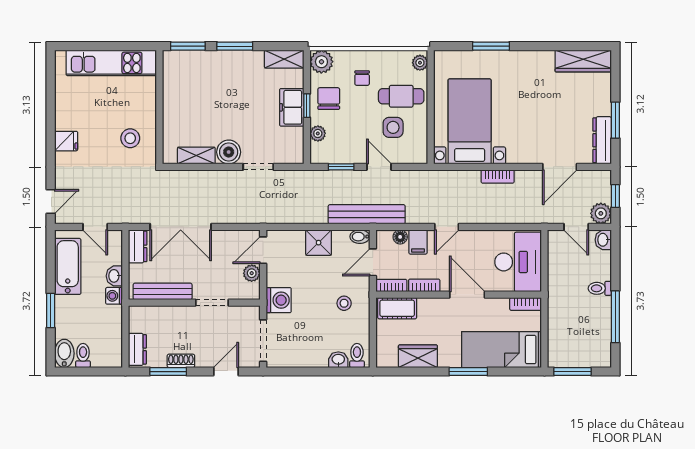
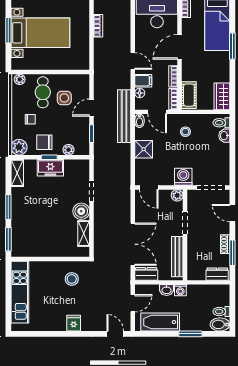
bed with nightstands: (470, 121) -> (40, 33), moved, turned 180
plant: (252, 273) -> (177, 195), moved
wardrobe: (418, 356) -> (222, 96), moved

